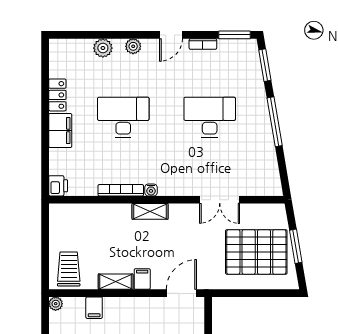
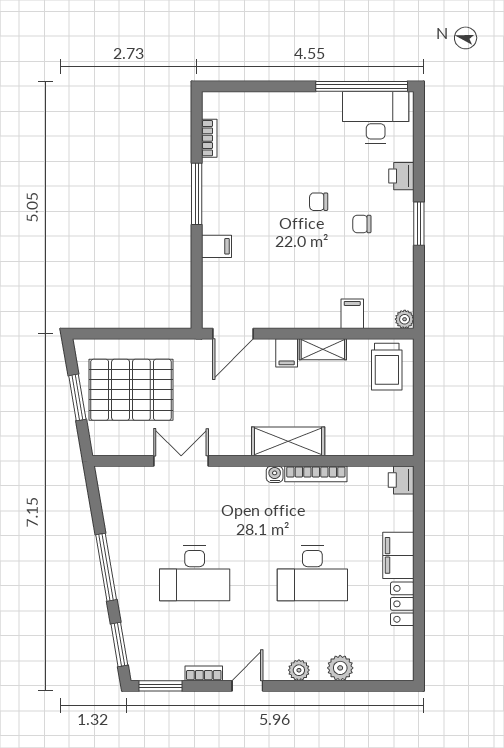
shelving: (150, 211) -> (288, 441), width x1.50, depth x1.33

